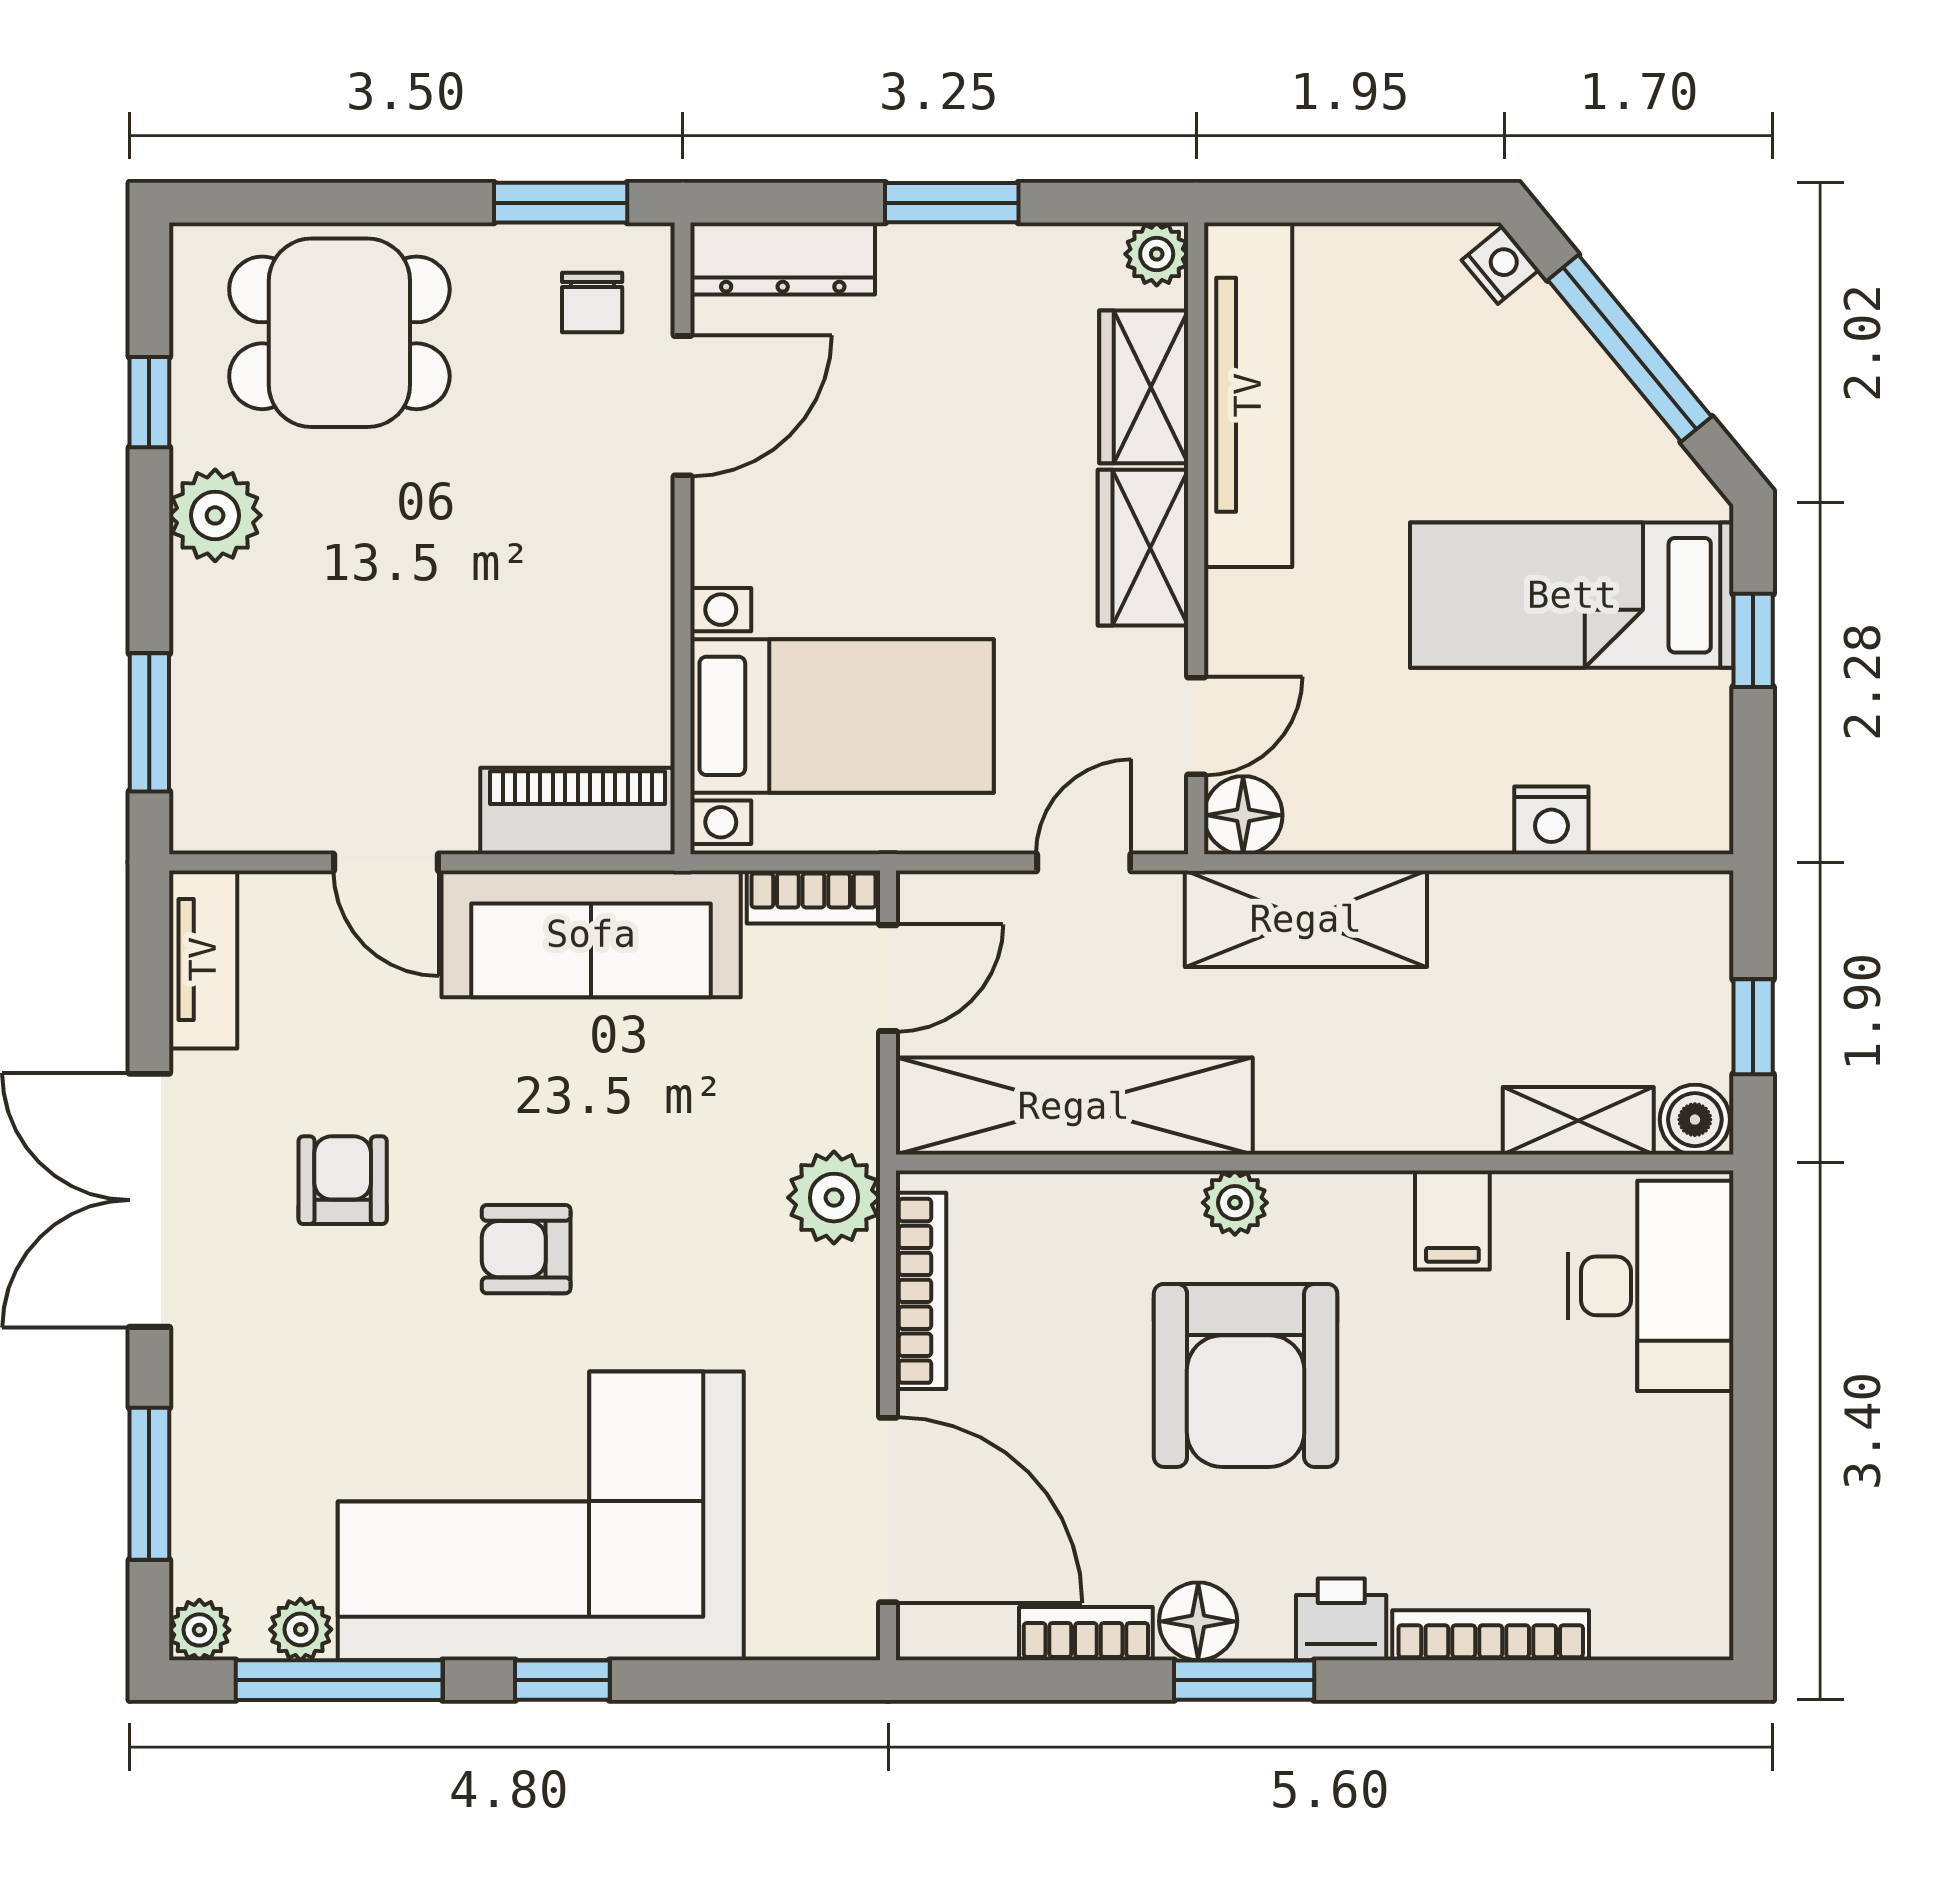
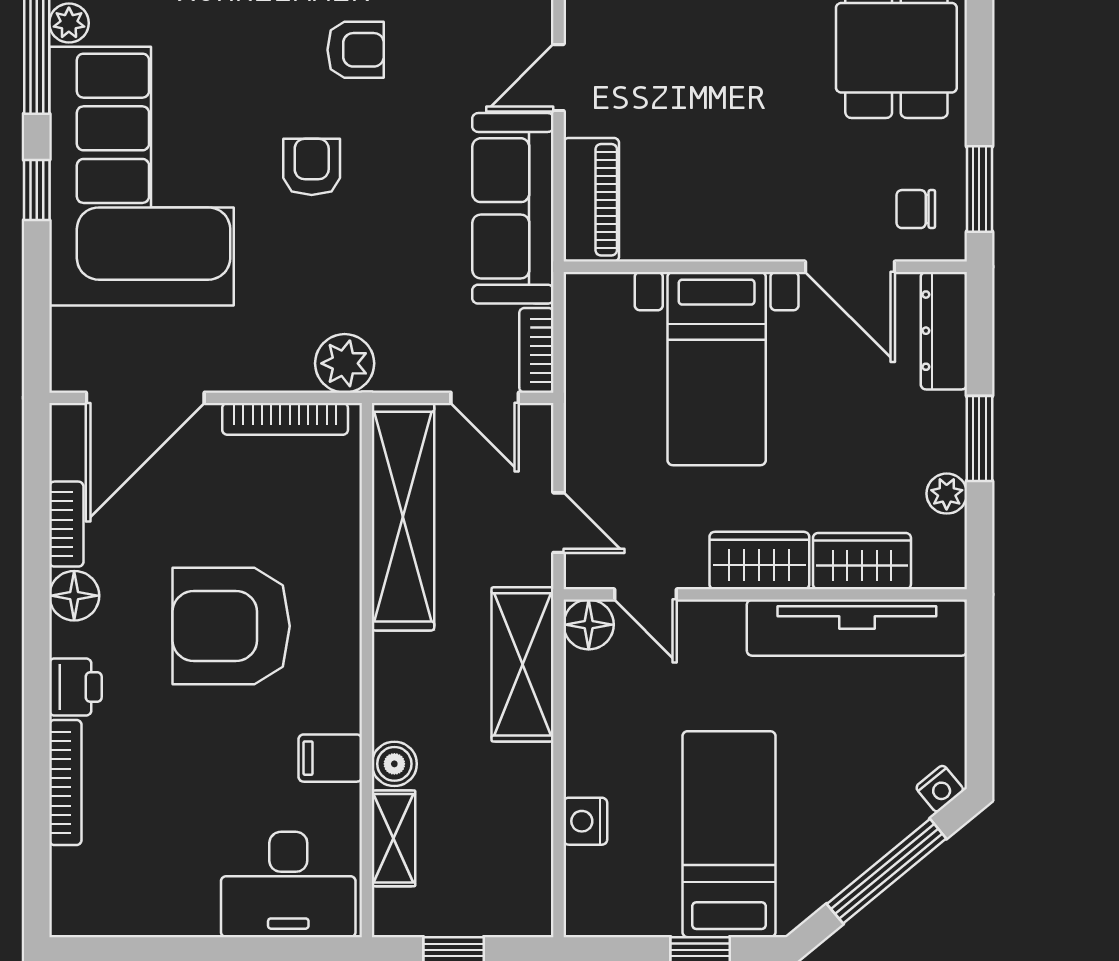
plant: (1157, 254) -> (947, 494), moved
bed with nightstands: (842, 716) -> (717, 369), moved
boiler: (1695, 1120) -> (394, 764), moved
plant: (1235, 1203) -> (341, 619), removed
window: (1244, 1680) -> (37, 625), removed

